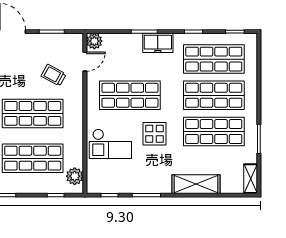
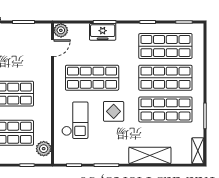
freezer: (158, 43) -> (103, 32), moved
trolley: (54, 75) -> (25, 60), removed
checkout: (110, 144) -> (75, 120), turned -90

